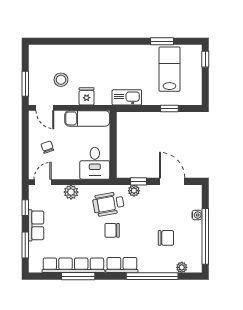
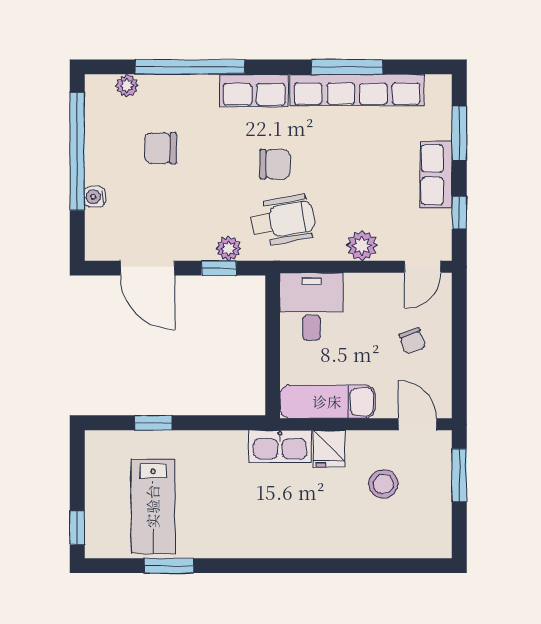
kitchen sink: (127, 97) -> (280, 446), moved

